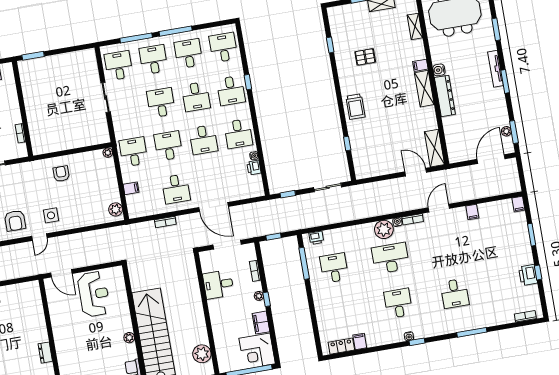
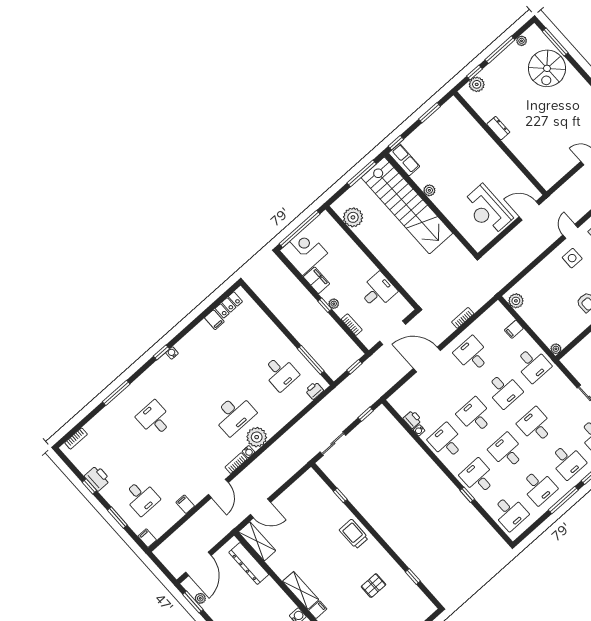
dresser: (445, 96) -> (249, 563), moved
desk: (161, 103) -> (536, 426), turned 180
desk: (398, 303) -> (141, 497), moved

